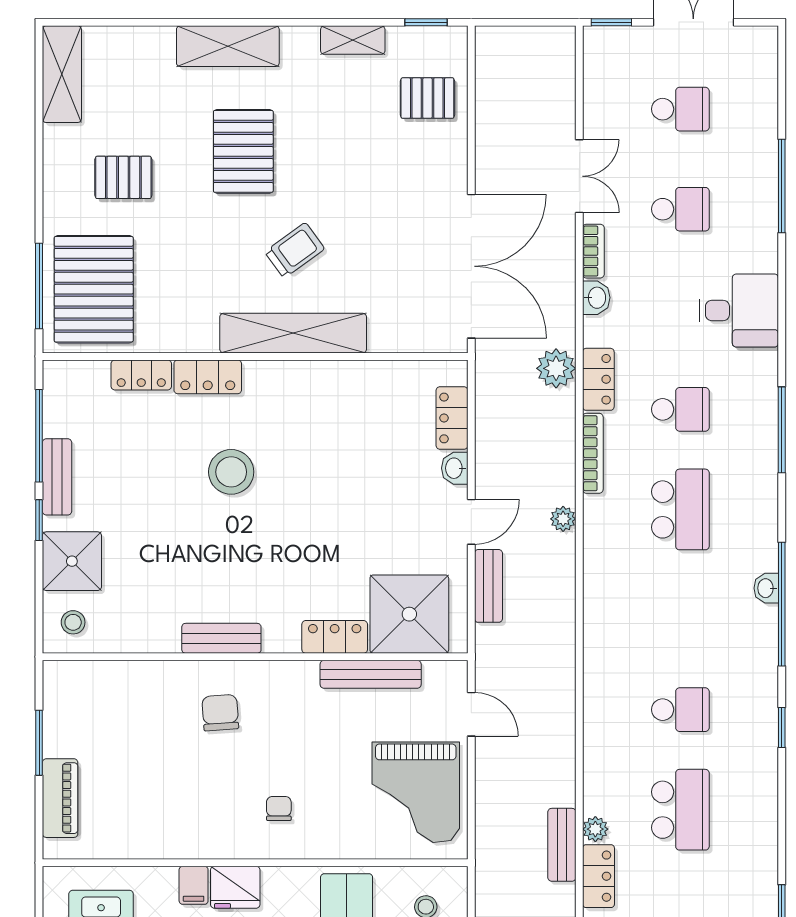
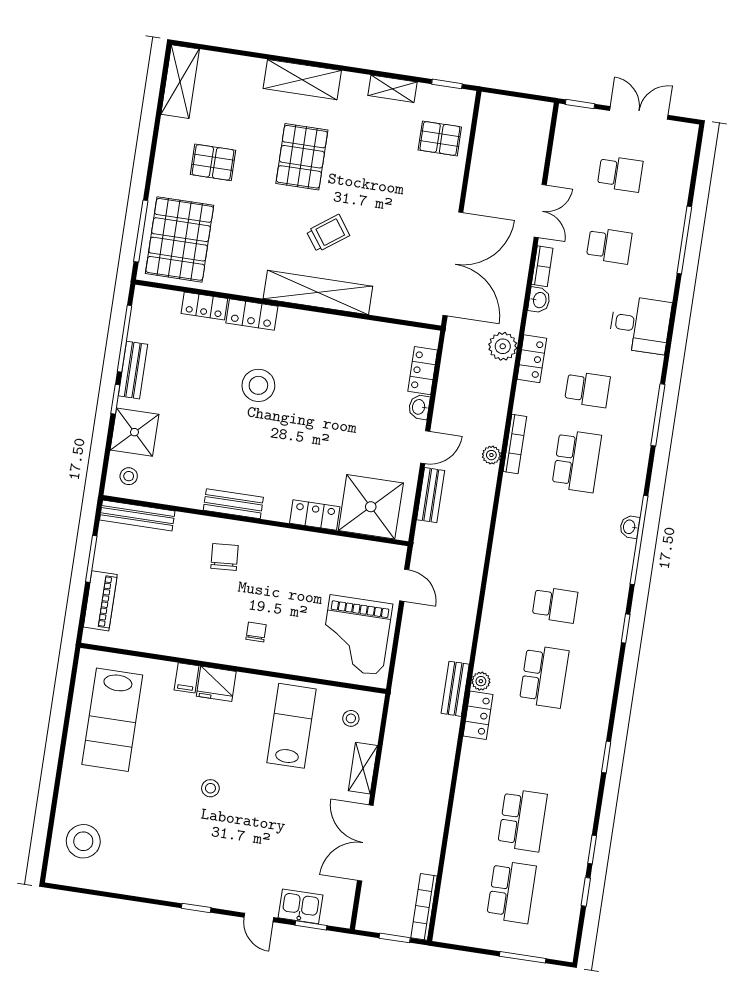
bookcase: (593, 453) -> (515, 444), moved
bench: (371, 674) -> (137, 516), moved

